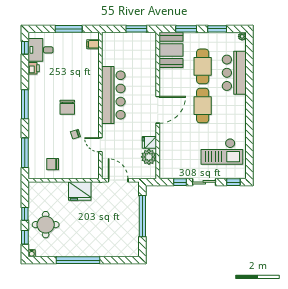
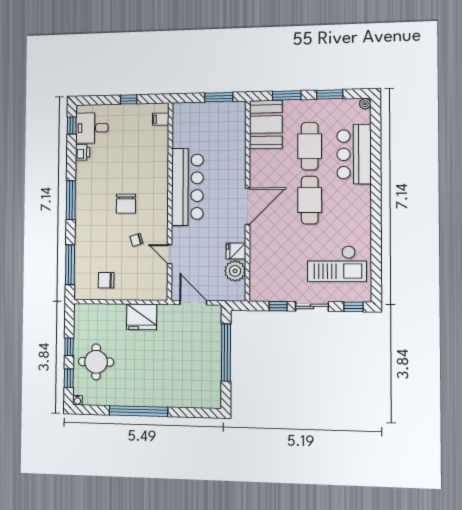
window: (69, 29) -> (129, 99), width x0.46

